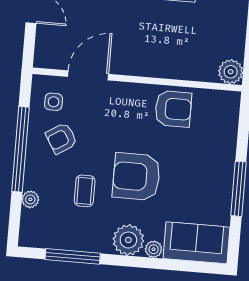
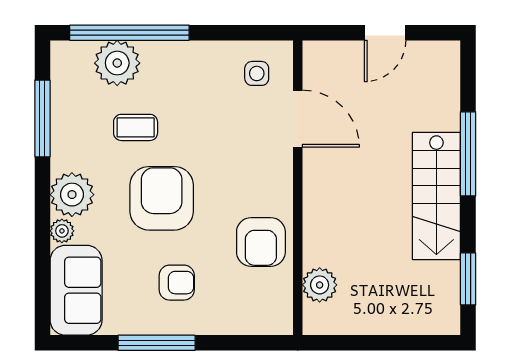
plant: (231, 72) -> (320, 285), moved
armchair: (61, 138) -> (177, 283), moved, turned 122
window: (20, 149) -> (129, 33), moved
plant: (30, 199) -> (117, 63), width x1.87, depth x1.87

